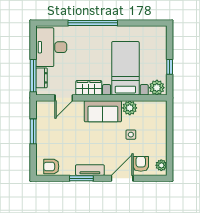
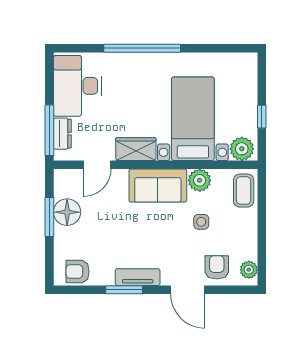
coffee table: (158, 114) -> (244, 191), added
floor lamp: (45, 128) -> (67, 212), added
door: (122, 178) -> (188, 290), swing flipped

